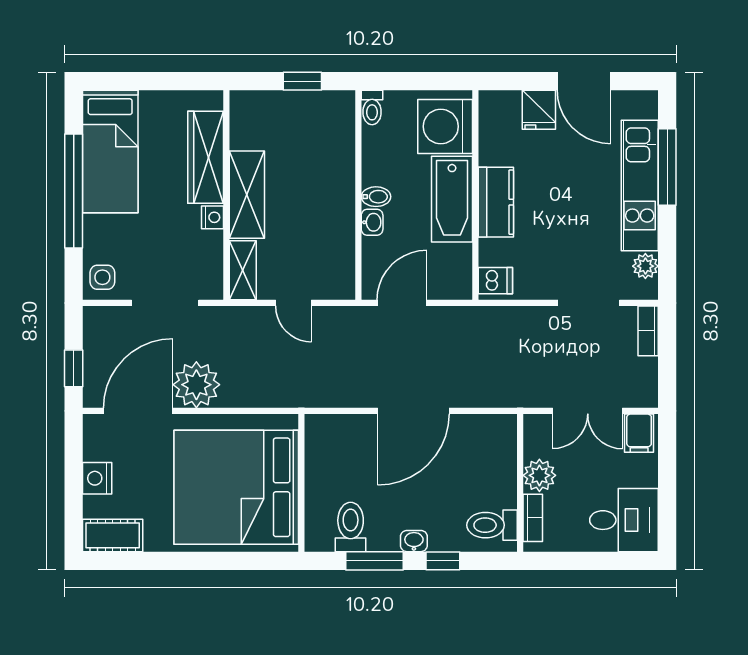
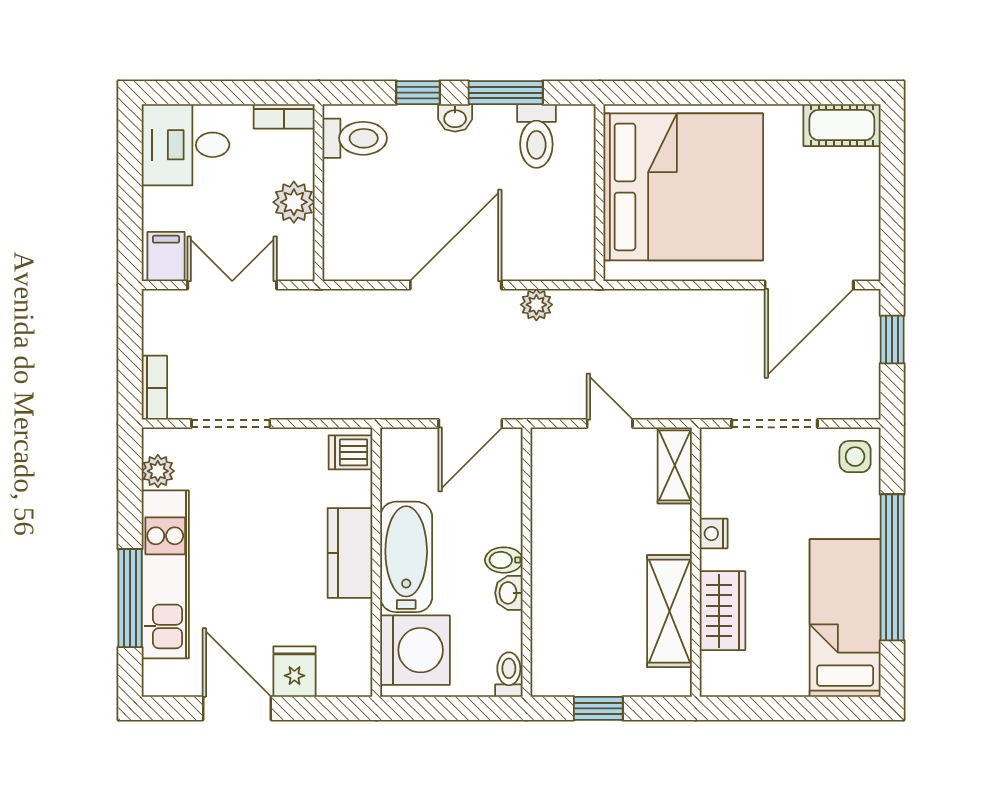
wardrobe: (206, 157) -> (722, 611), width x0.67
shelving: (247, 195) -> (669, 611), moved
washbasin: (372, 222) -> (509, 593), moved
plant: (196, 385) -> (536, 305), moved, width x0.53, depth x0.53
nightstand: (97, 478) -> (862, 199), removed
bookcase: (533, 518) -> (284, 116), moved, turned -90

